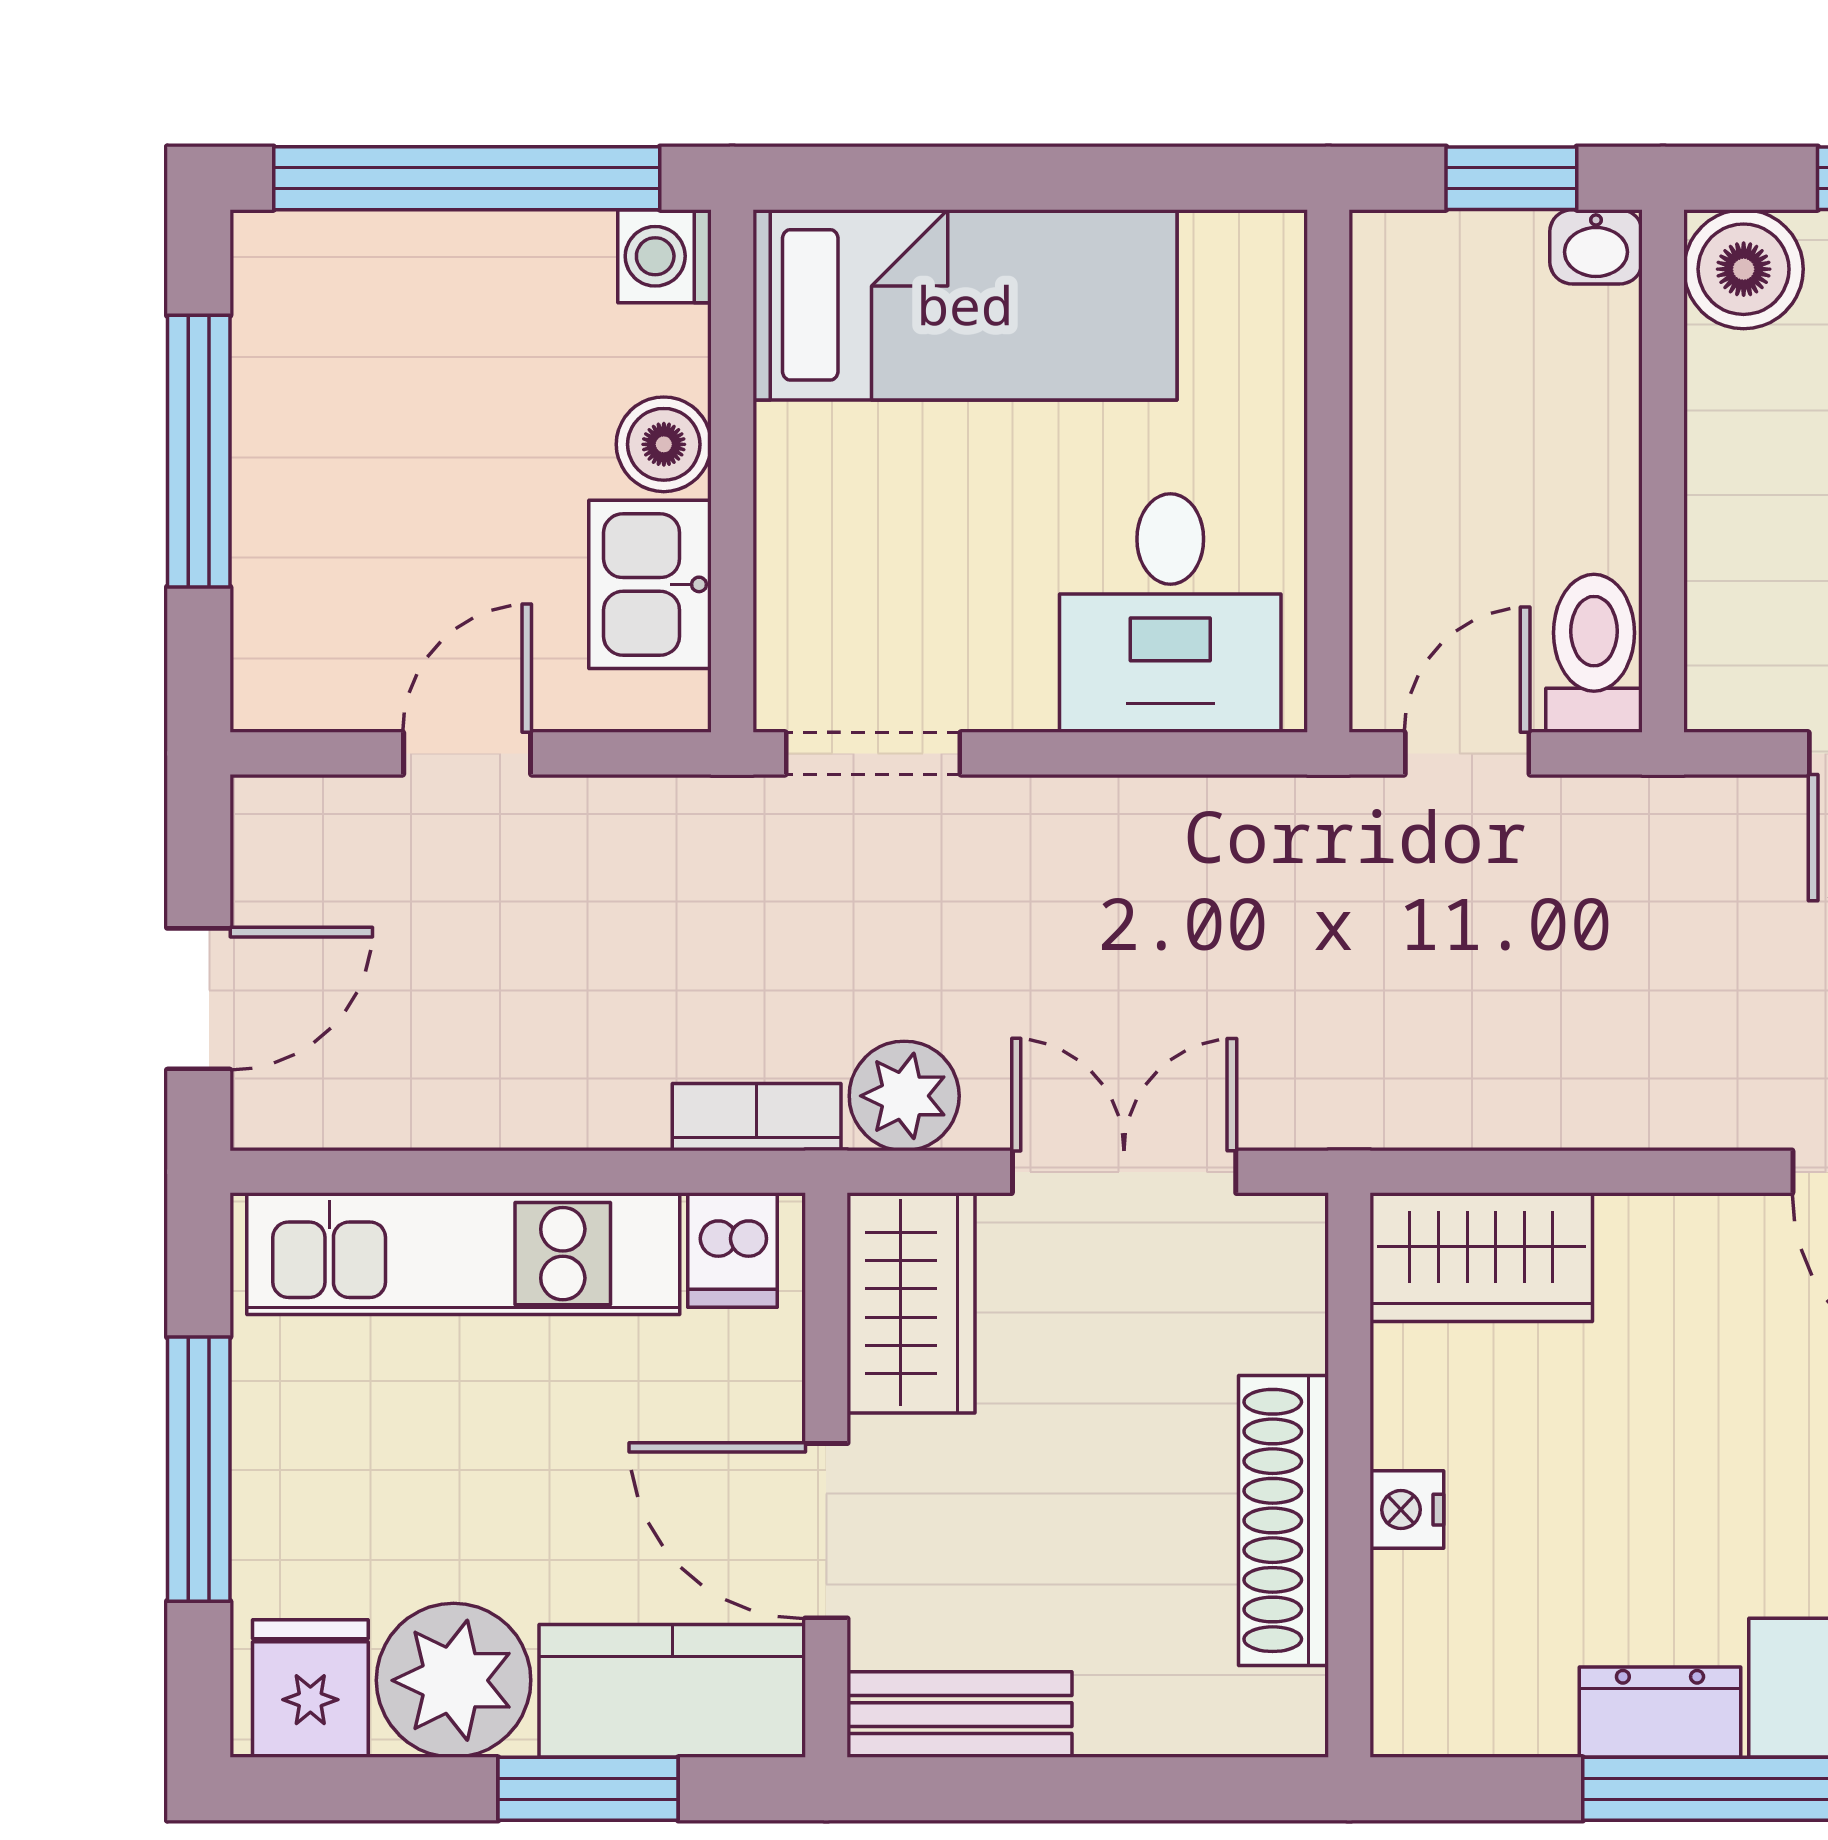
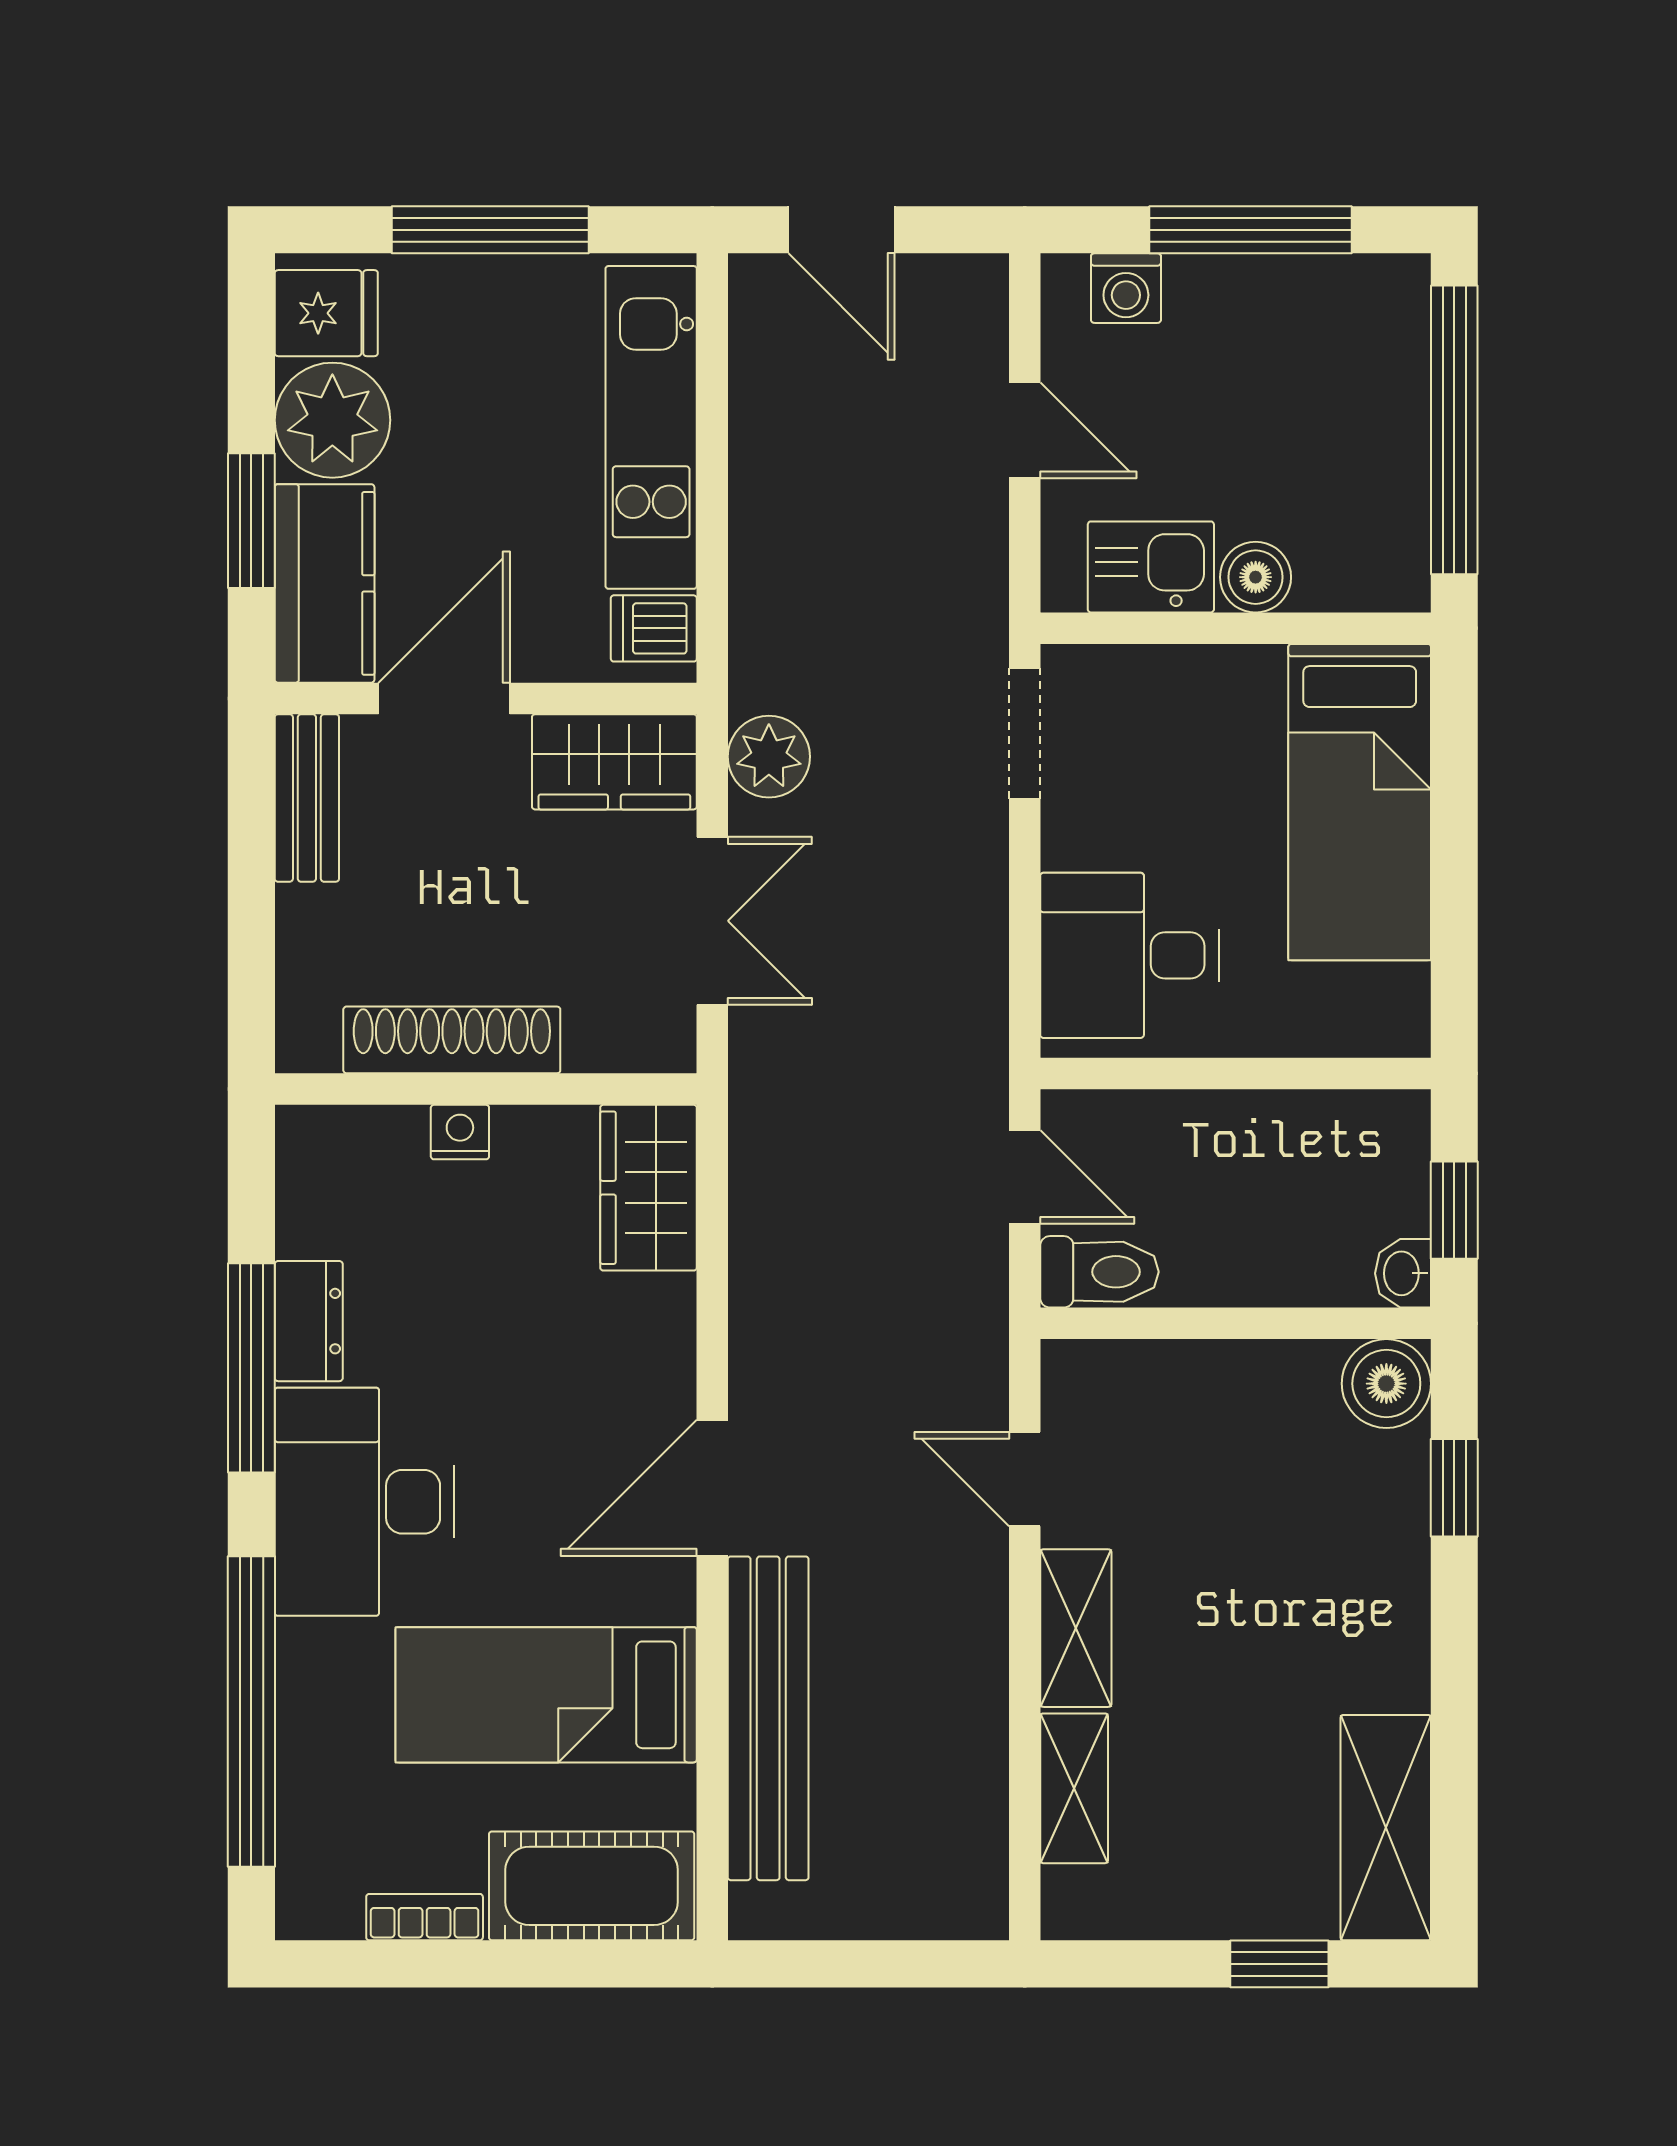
washing machine: (665, 256) -> (1126, 288), moved, turned 180
bookcase: (757, 1117) -> (753, 646), removed

